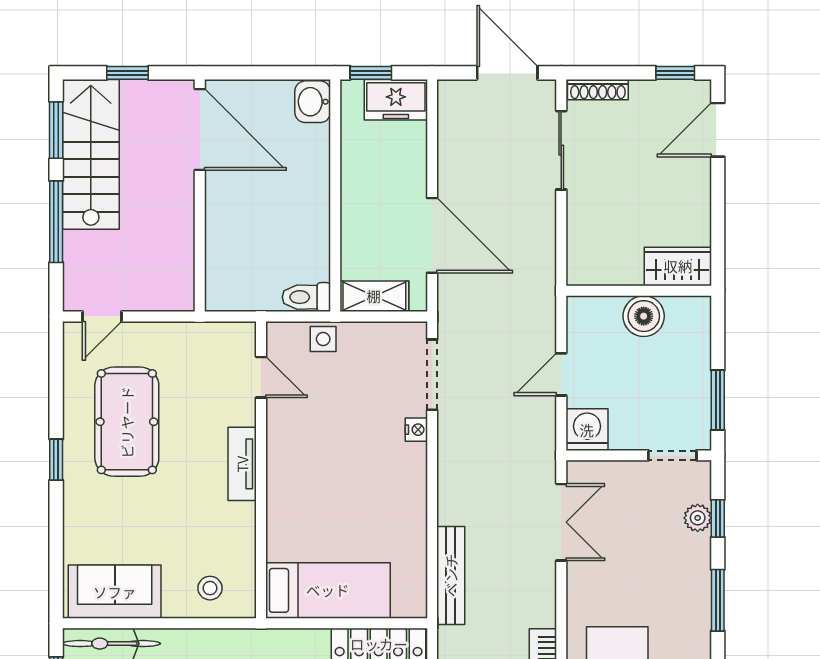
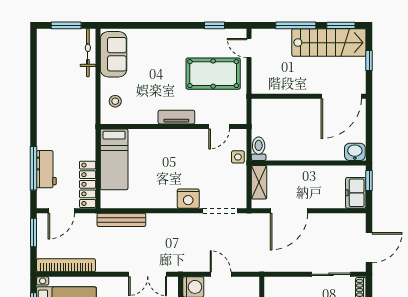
pool table: (127, 422) -> (213, 74), moved
nightstand: (416, 430) -> (188, 199), width x1.89, depth x1.79
window: (56, 460) -> (215, 25), moved

